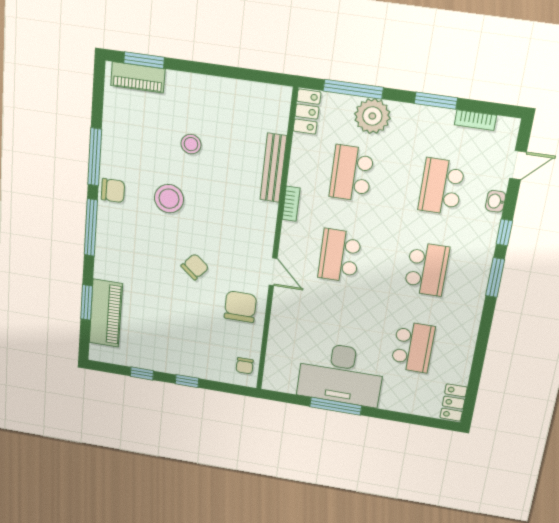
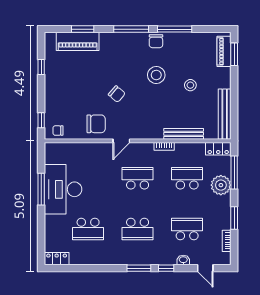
bench: (247, 92) -> (225, 114), added
window: (187, 381) -> (41, 120), moved

